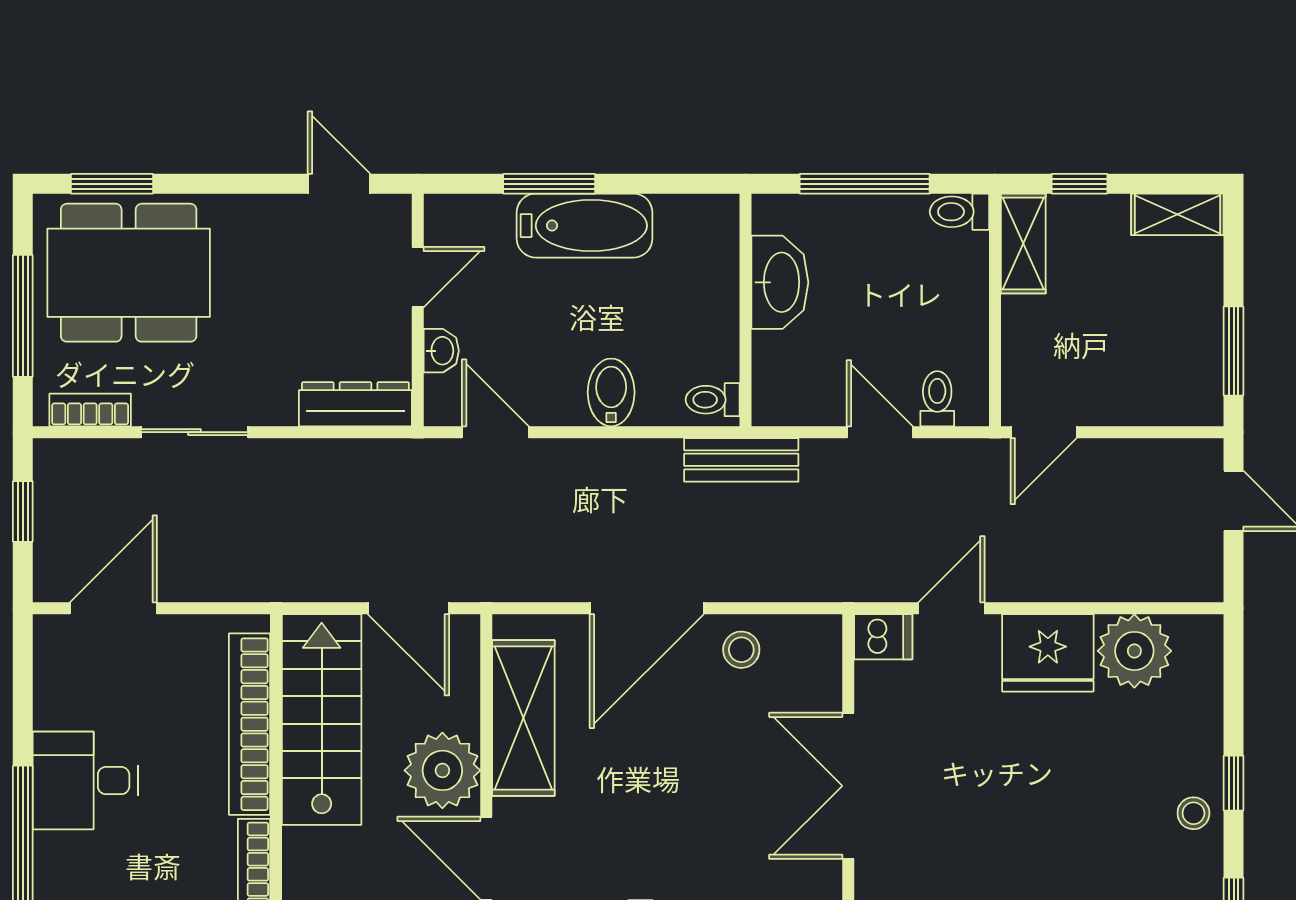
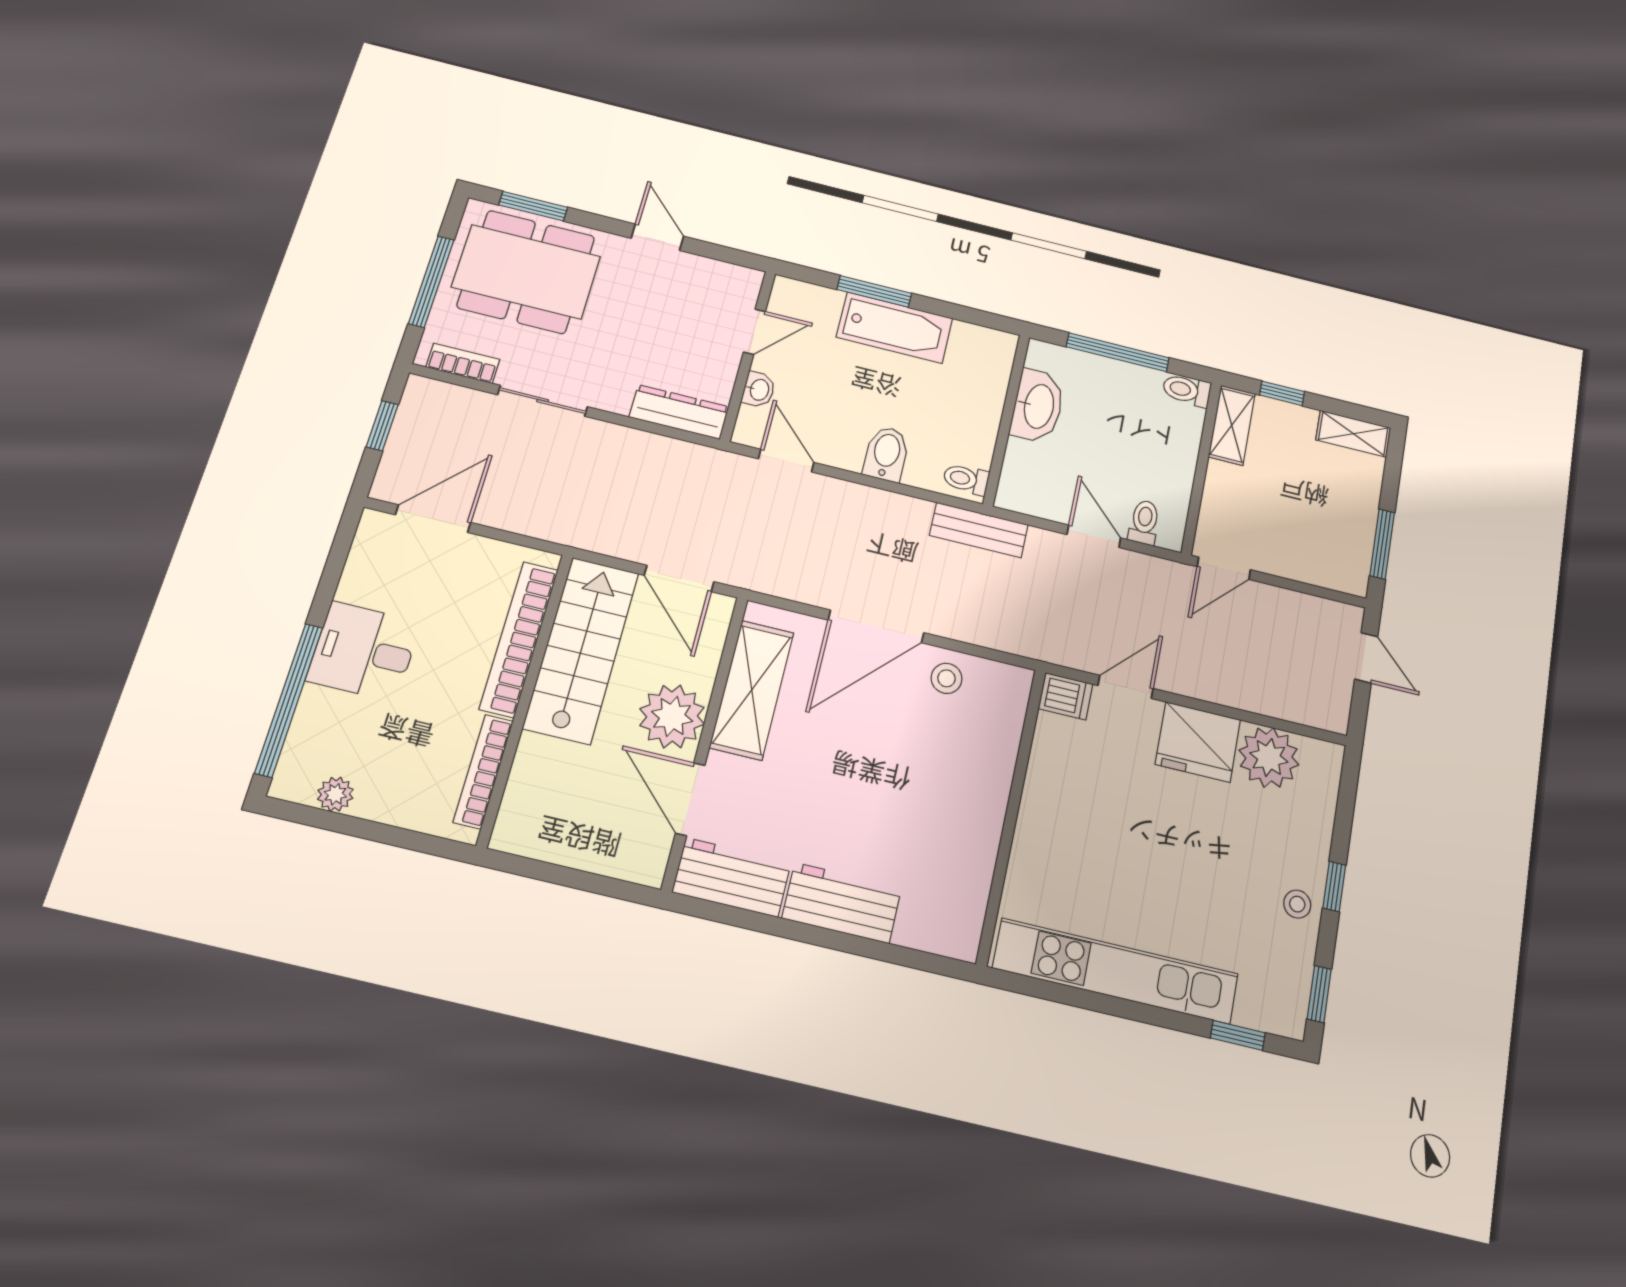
door: (339, 184) -> (657, 237), moved
double door: (848, 786) -> (1012, 812), removed

